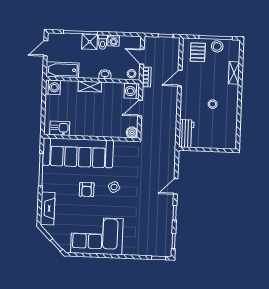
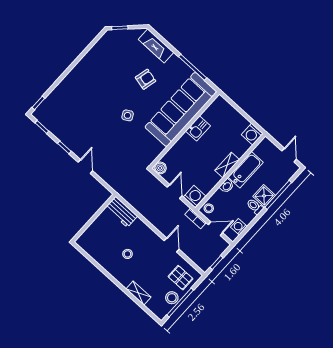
washing machine: (114, 41) -> (239, 227), moved
bathtub: (62, 70) -> (246, 170), moved
kitchen sink: (60, 128) -> (198, 128), moved
armchair: (87, 190) -> (146, 79), moved, turned 103
corner sofa: (97, 236) -> (99, 67), removed

